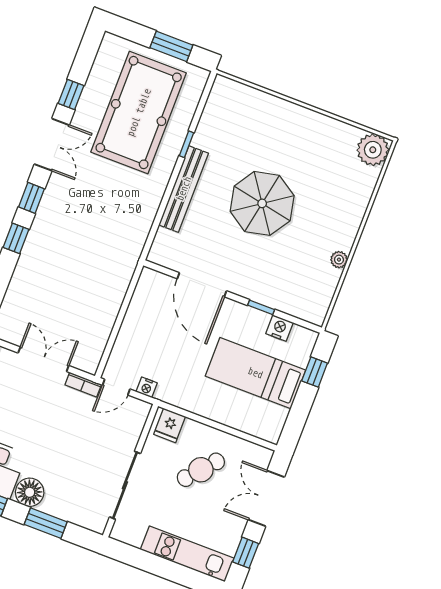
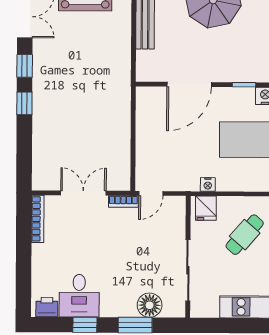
door: (202, 285) -> (189, 84), hinge flipped
nightstand: (147, 387) -> (208, 184), moved
floor lamp: (30, 492) -> (150, 305), moved

